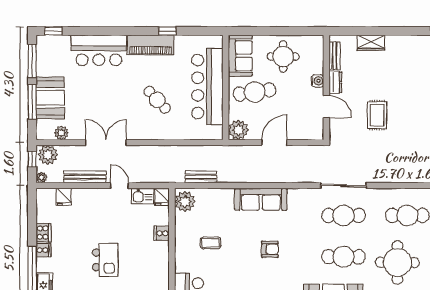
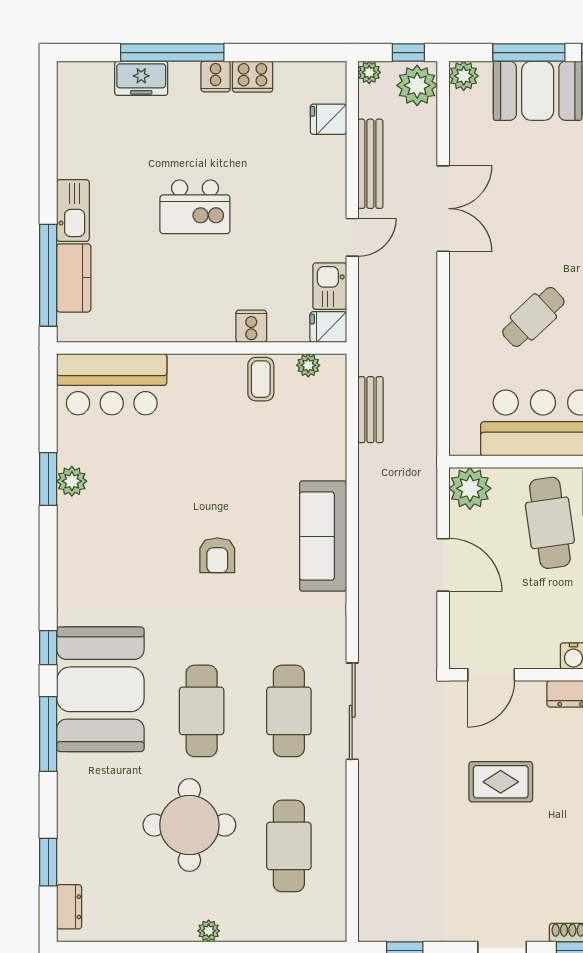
door: (326, 107) -> (491, 675), moved
plant: (61, 133) -> (464, 76), moved
plant: (185, 201) -> (308, 365), width x0.53, depth x0.53
coffee table: (211, 243) -> (261, 379), moved

